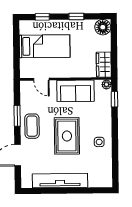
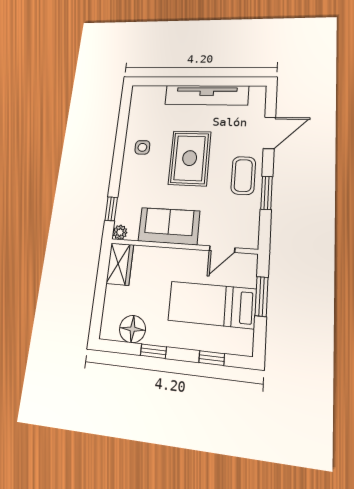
floor lamp: (103, 27) -> (132, 329), moved
window: (17, 54) -> (262, 296), added
door: (41, 79) -> (222, 249), swing flipped

